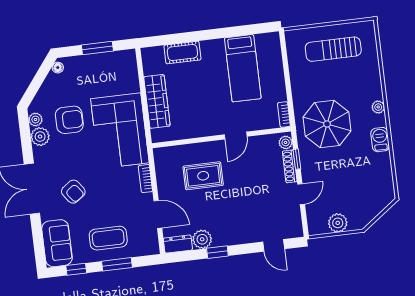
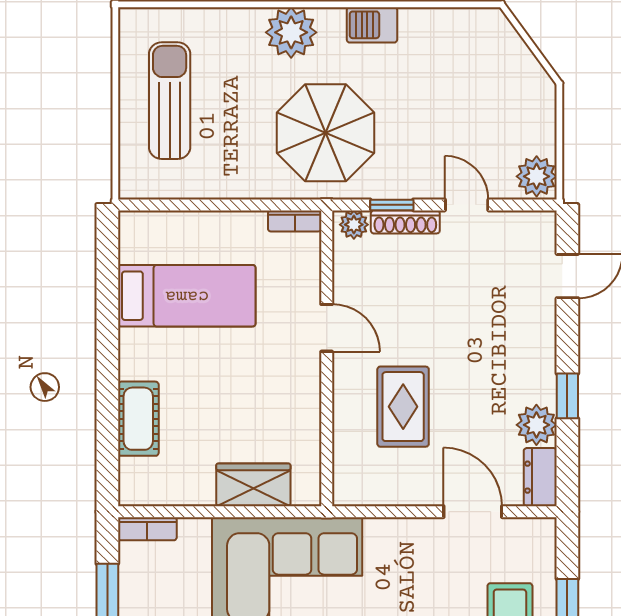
sun lounger: (333, 49) -> (170, 101), turned 180
wardrobe: (157, 101) -> (253, 485), width x0.67
plant: (378, 107) -> (291, 32), width x1.88, depth x1.88
bookcase: (145, 179) -> (147, 529), moved
door: (158, 214) -> (473, 512), hinge flipped
plant: (338, 223) -> (537, 176), moved

